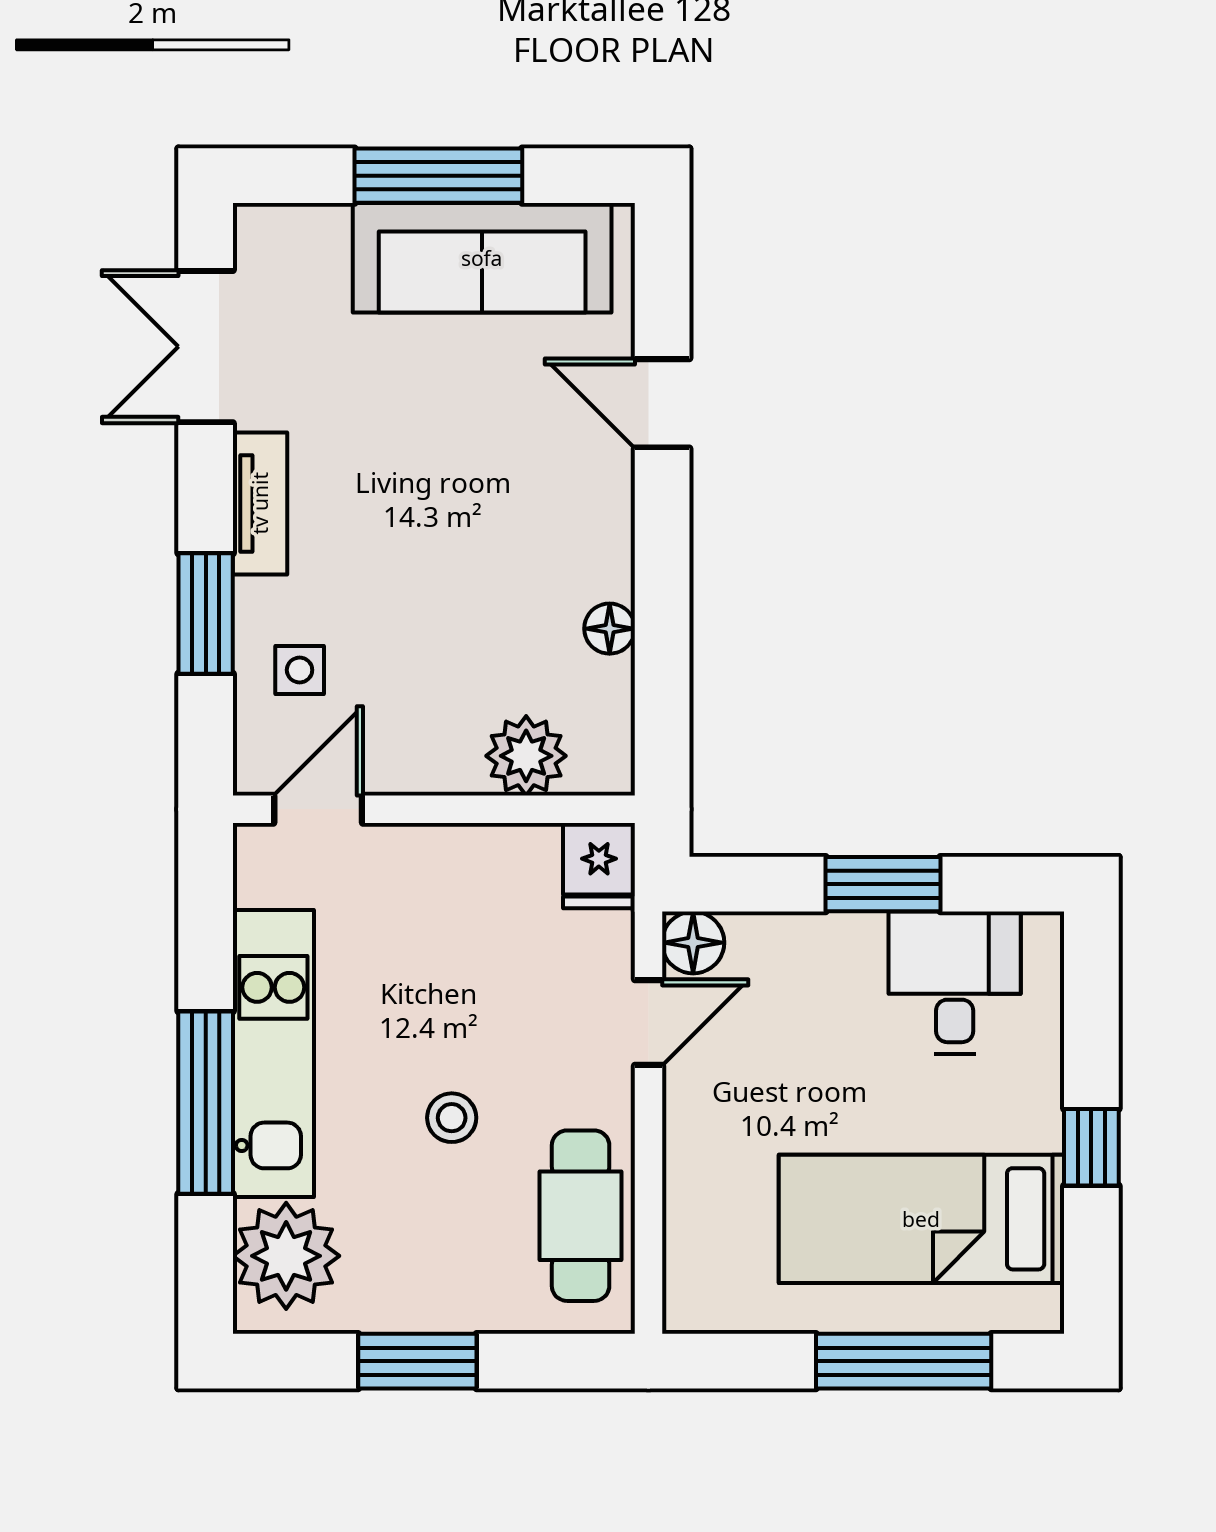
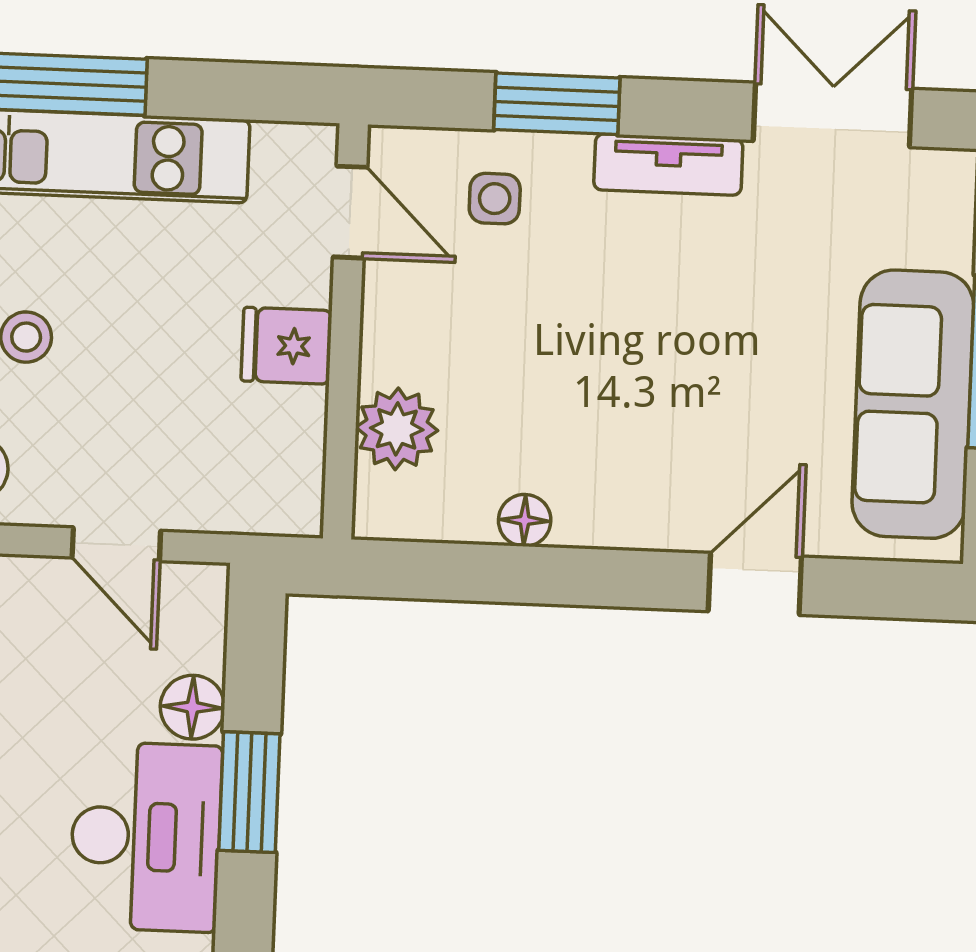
fridge: (599, 866) -> (287, 346), moved
floor lamp: (693, 943) -> (192, 707), moved
desk: (955, 983) -> (146, 837), width x1.37

